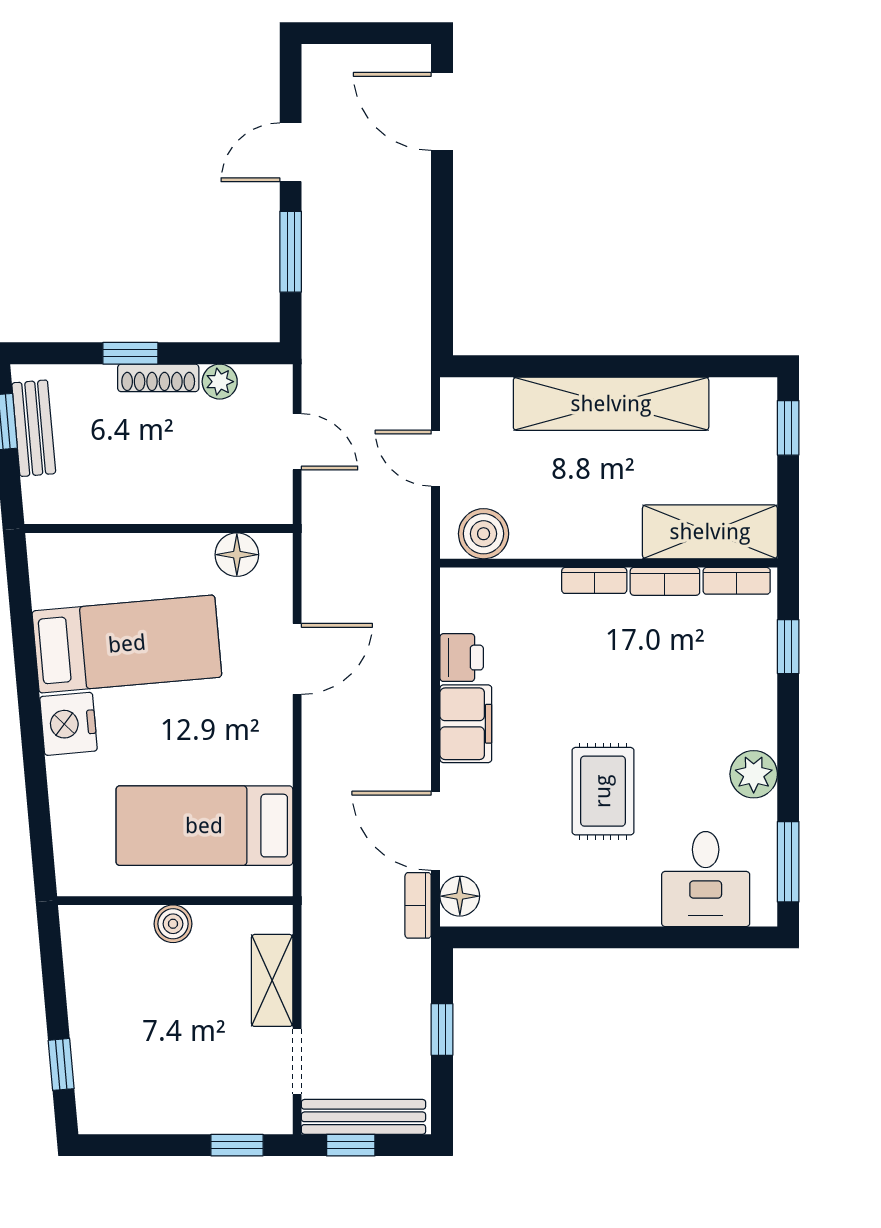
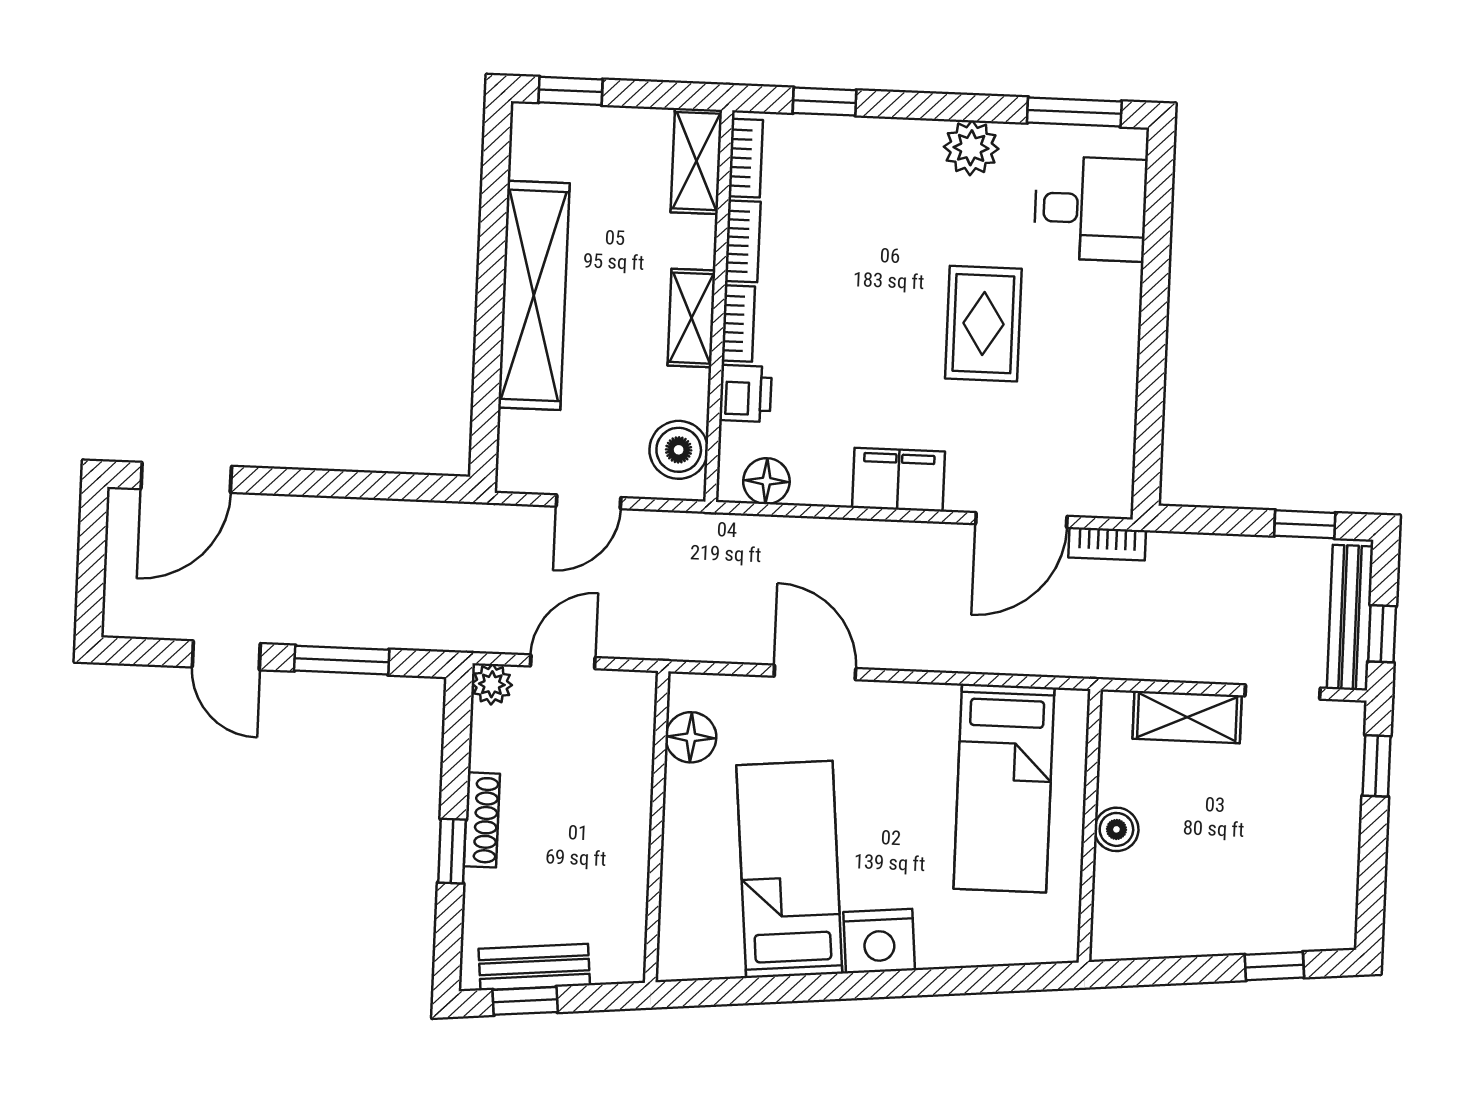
plant: (220, 382) -> (492, 684), moved
shelving: (710, 532) -> (696, 161), width x0.67, depth x0.75
shelving: (597, 540) -> (691, 318), added
printer: (462, 658) -> (745, 393), moved, turned 90
rug: (603, 791) -> (983, 324), turned 90
floor lamp: (460, 896) -> (766, 481), moved
window: (442, 1029) -> (1305, 524), moved

